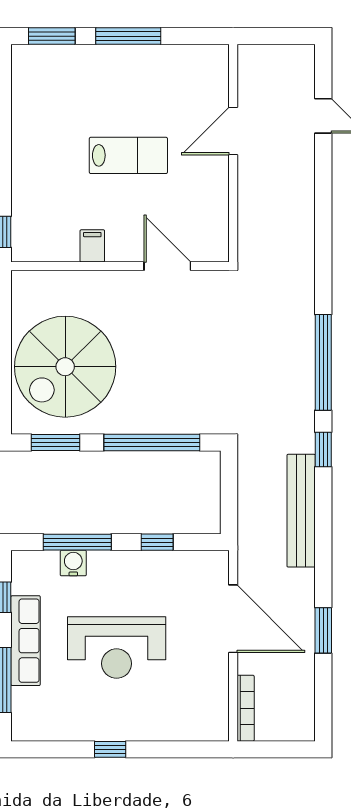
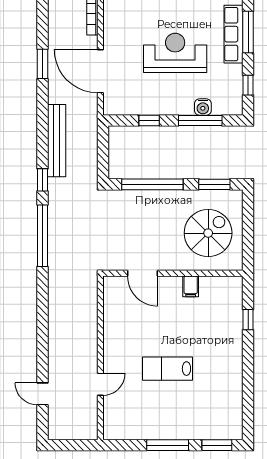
door: (233, 131) -> (100, 384), width x0.73
filing cabinet: (92, 246) -> (191, 286), moved
wall: (120, 266) -> (173, 273), moved
door: (167, 266) -> (142, 273), moved
spiral stairs: (65, 367) -> (208, 233), width x0.73, depth x0.73
row of seats: (26, 641) -> (233, 34), moved

